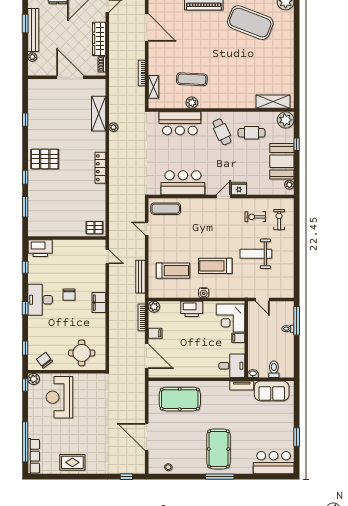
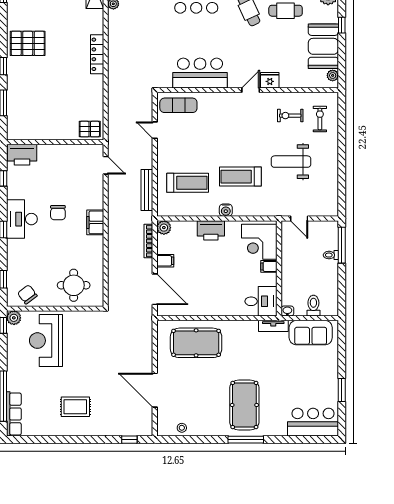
rug: (72, 462) -> (75, 407), moved

